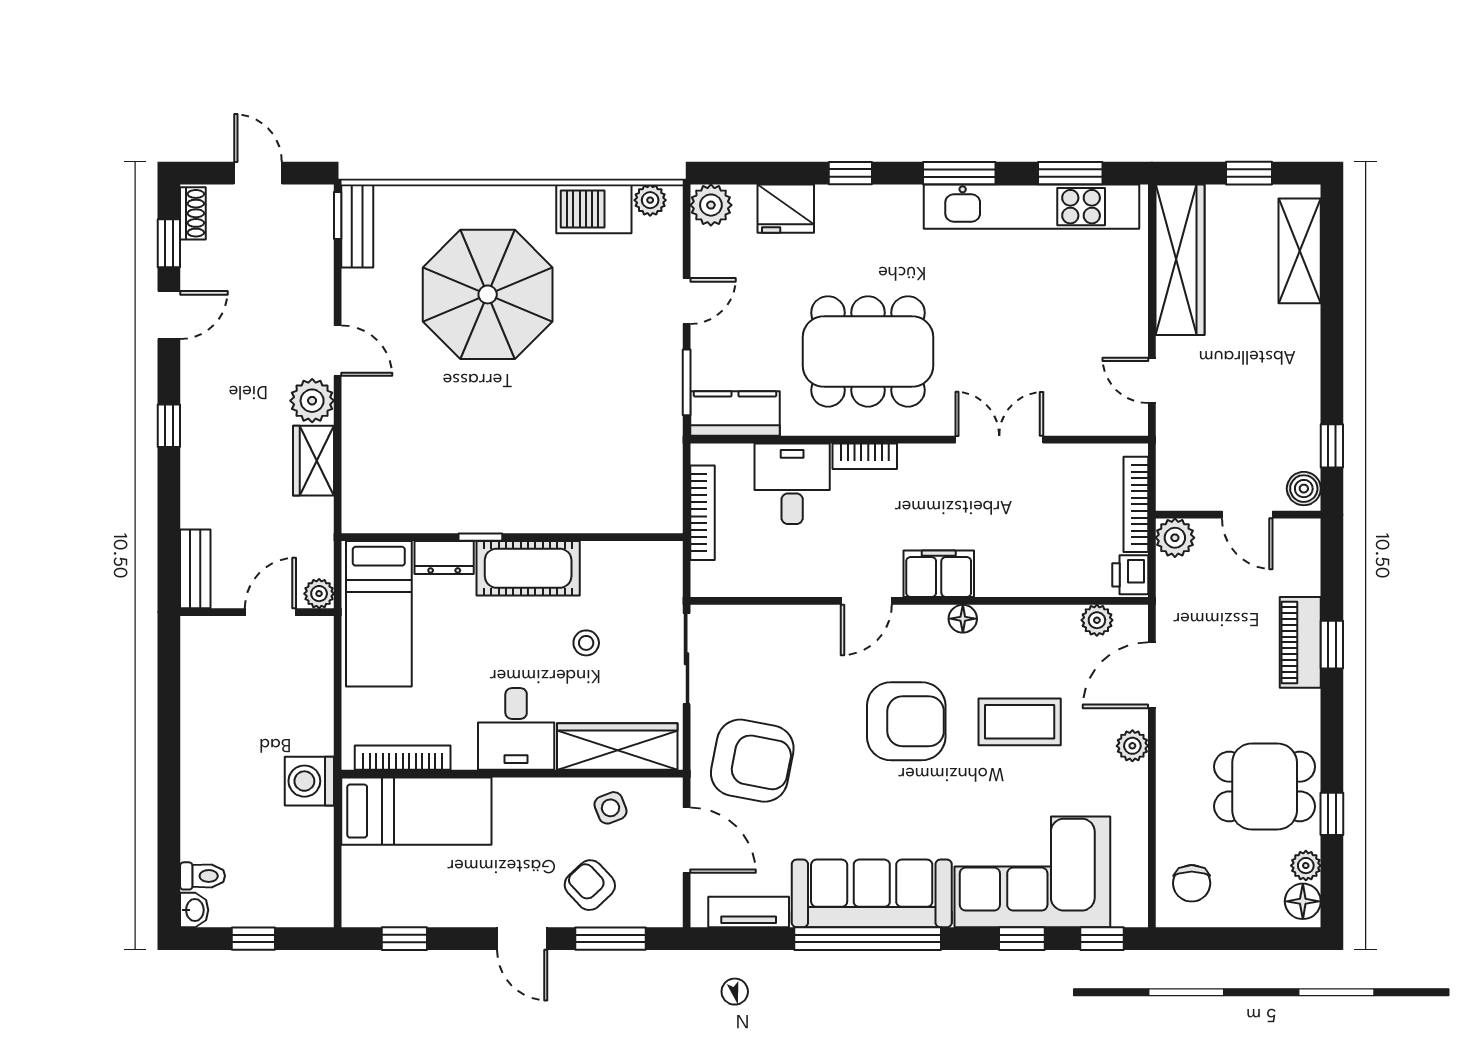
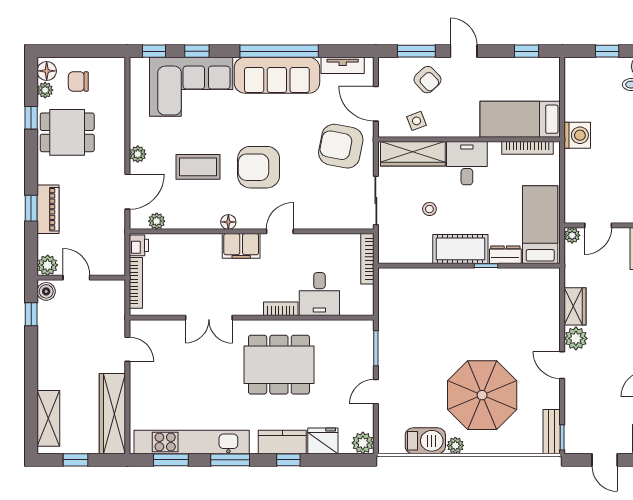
plant: (650, 200) -> (455, 445), moved
kitchen counter: (735, 413) -> (282, 442), moved, turned 180
bookcase: (702, 513) -> (367, 259), moved
plant: (1175, 538) -> (48, 265), moved
chair: (1192, 883) -> (78, 81), moved, turned -90

